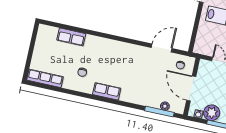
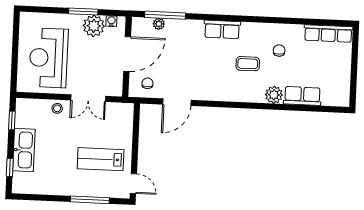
plant: (91, 41) -> (274, 95), added
coffee table: (106, 67) -> (248, 64), added
door: (191, 88) -> (127, 54), hinge flipped
row of seats: (107, 91) -> (222, 29), moved

